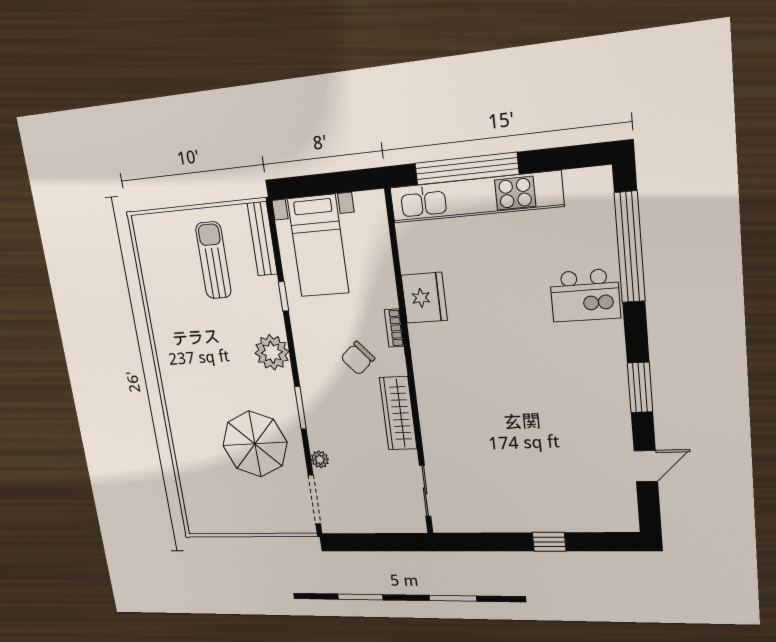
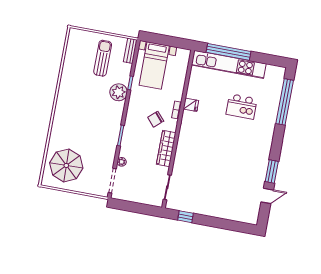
bench: (262, 239) -> (130, 51), width x0.73
kitchen island: (585, 295) -> (242, 107), moved
fridge: (424, 298) -> (191, 105), width x0.53, depth x0.75
plant: (272, 352) -> (119, 92), moved
window: (640, 387) -> (272, 171), moved
parasol: (255, 444) -> (66, 165), moved
window: (549, 542) -> (185, 217), moved

